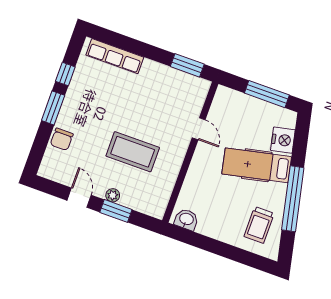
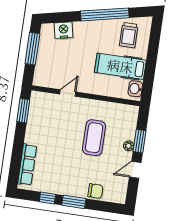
hospital bed: (257, 165) -> (120, 66), moved, turned 102
trolley: (259, 225) -> (129, 35), turned 90

